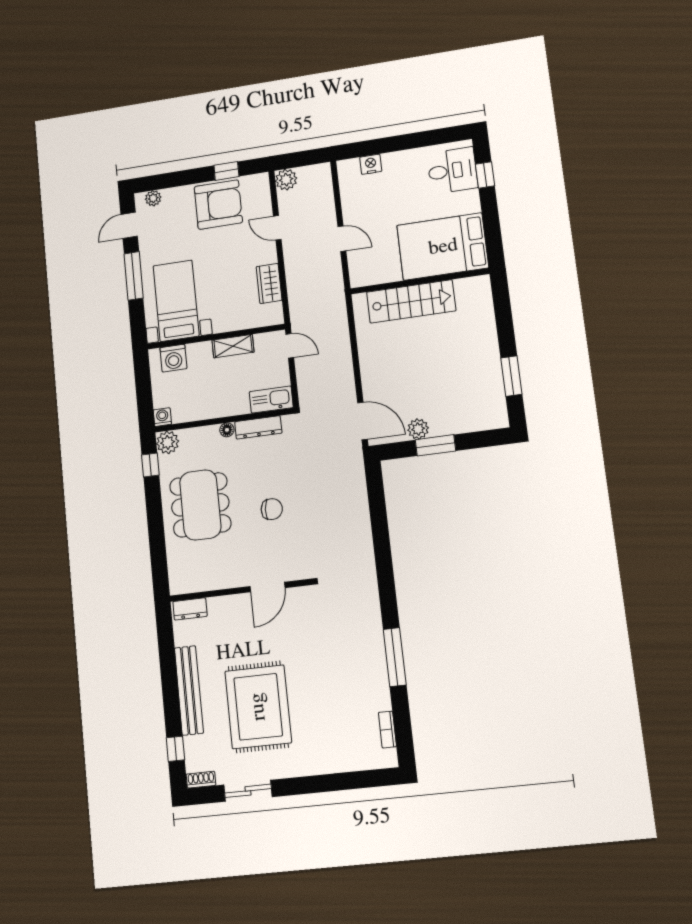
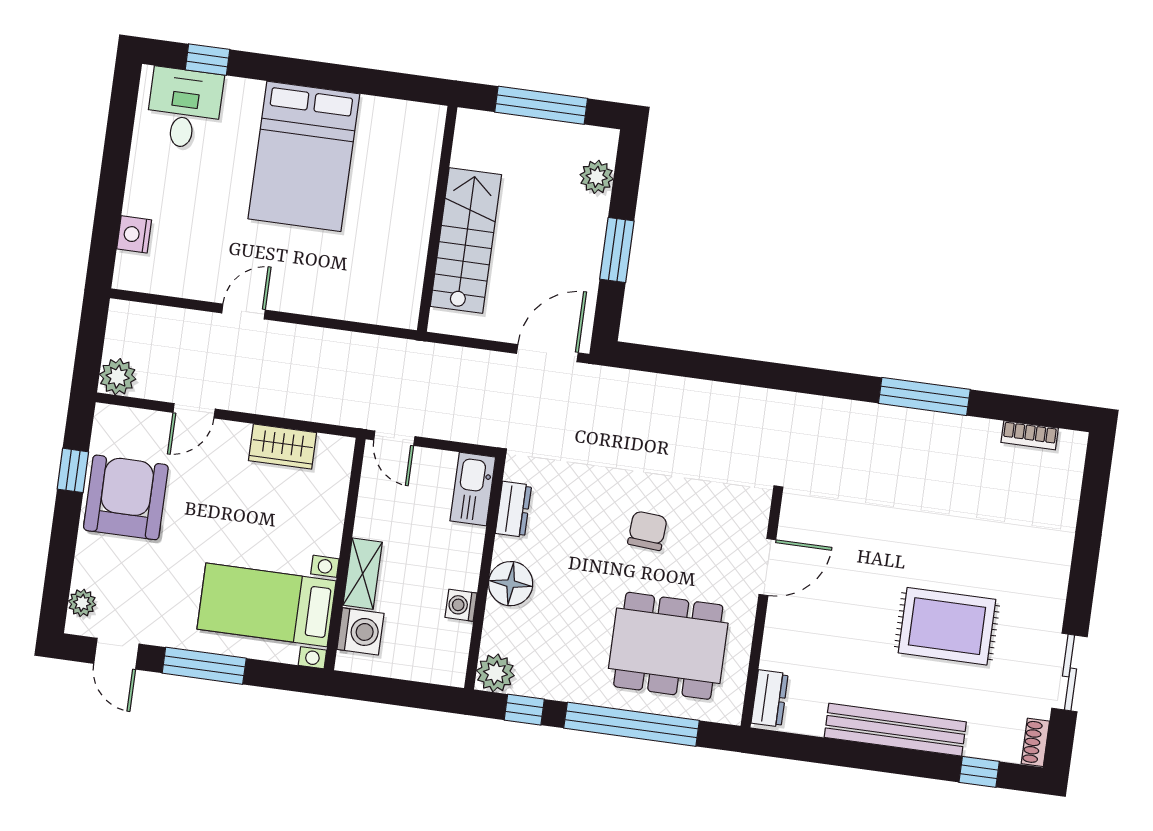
wall: (420, 281) -> (437, 219), moved
stairs: (411, 301) -> (466, 240), moved
shelving: (233, 346) -> (363, 574), moved
door: (290, 346) -> (394, 438), swing flipped
window: (511, 376) -> (541, 105), width x1.44
washing machine: (162, 417) -> (461, 605), moved
dresser: (258, 427) -> (513, 509), width x0.70
plant: (418, 429) -> (597, 177), moved
floor lamp: (227, 430) -> (511, 584), width x1.89, depth x1.89
dining table: (200, 505) -> (668, 646), moved
window: (156, 530) -> (632, 724), added
door: (267, 587) -> (767, 567), hinge flipped
rug: (258, 707) -> (947, 626), width x0.73, depth x0.69

